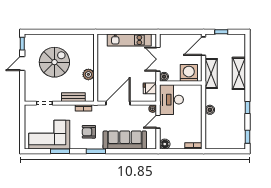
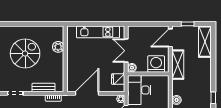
shelving: (239, 73) -> (205, 42), moved
plant: (88, 74) -> (58, 47), moved

